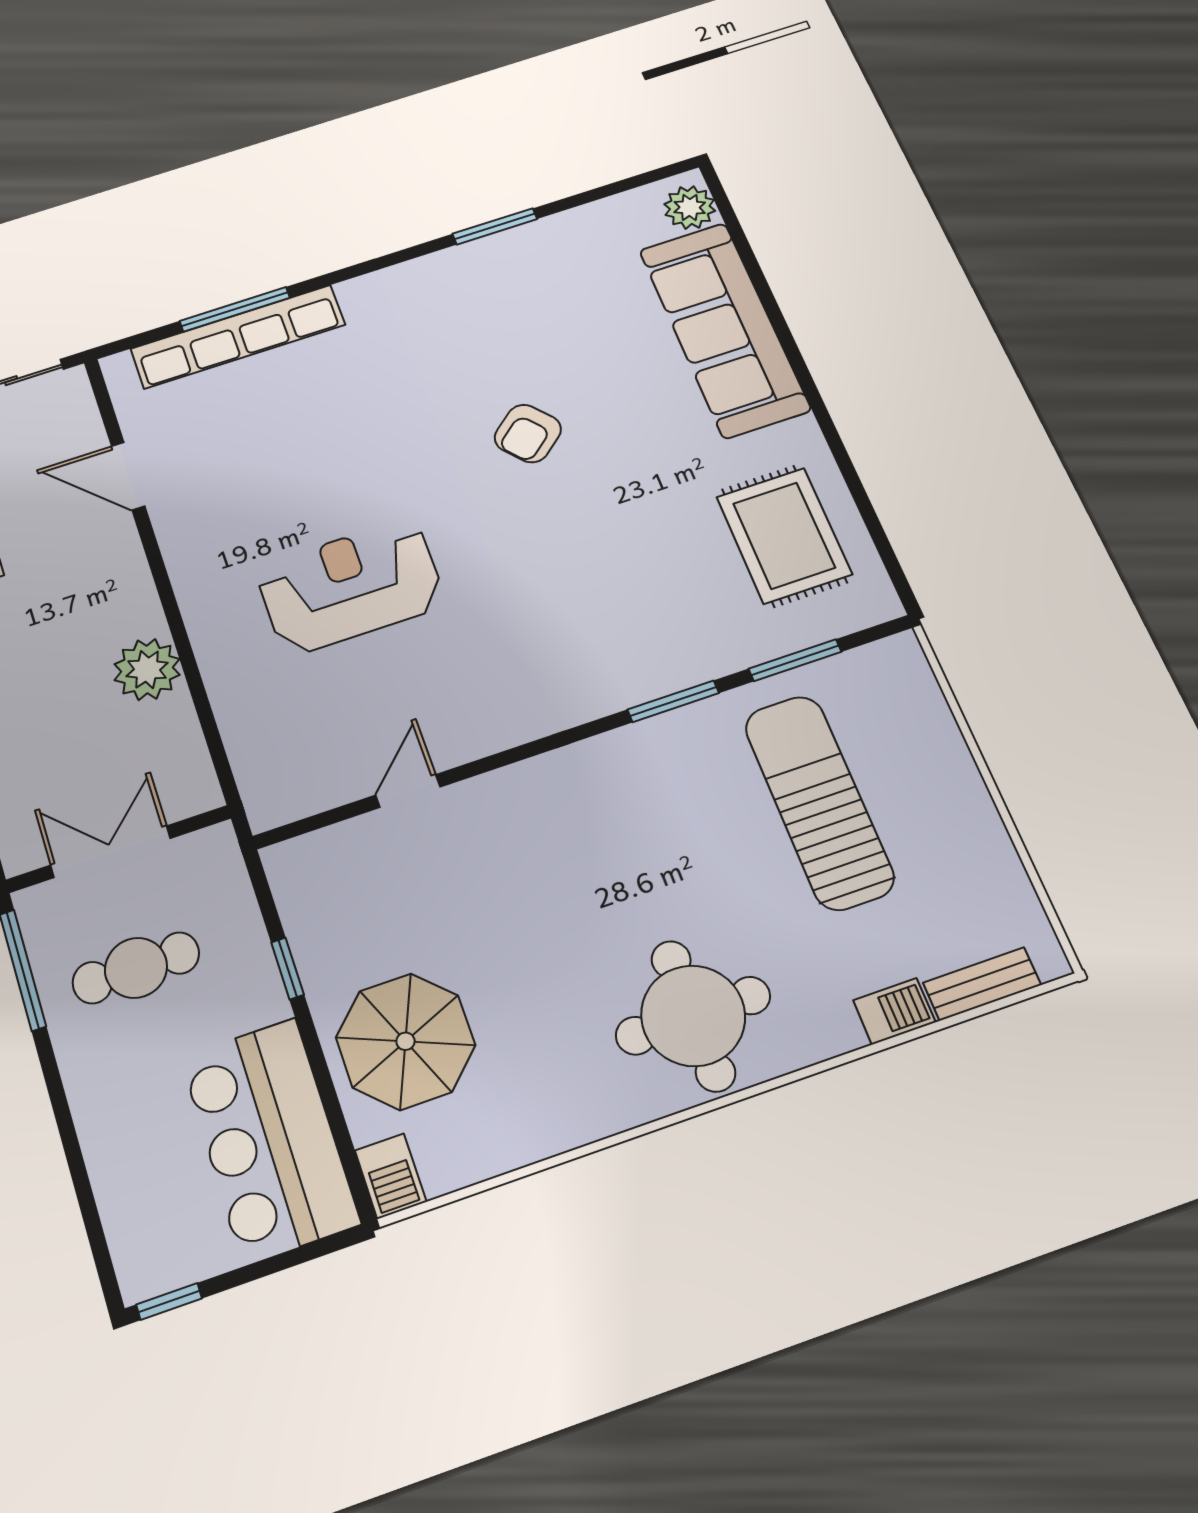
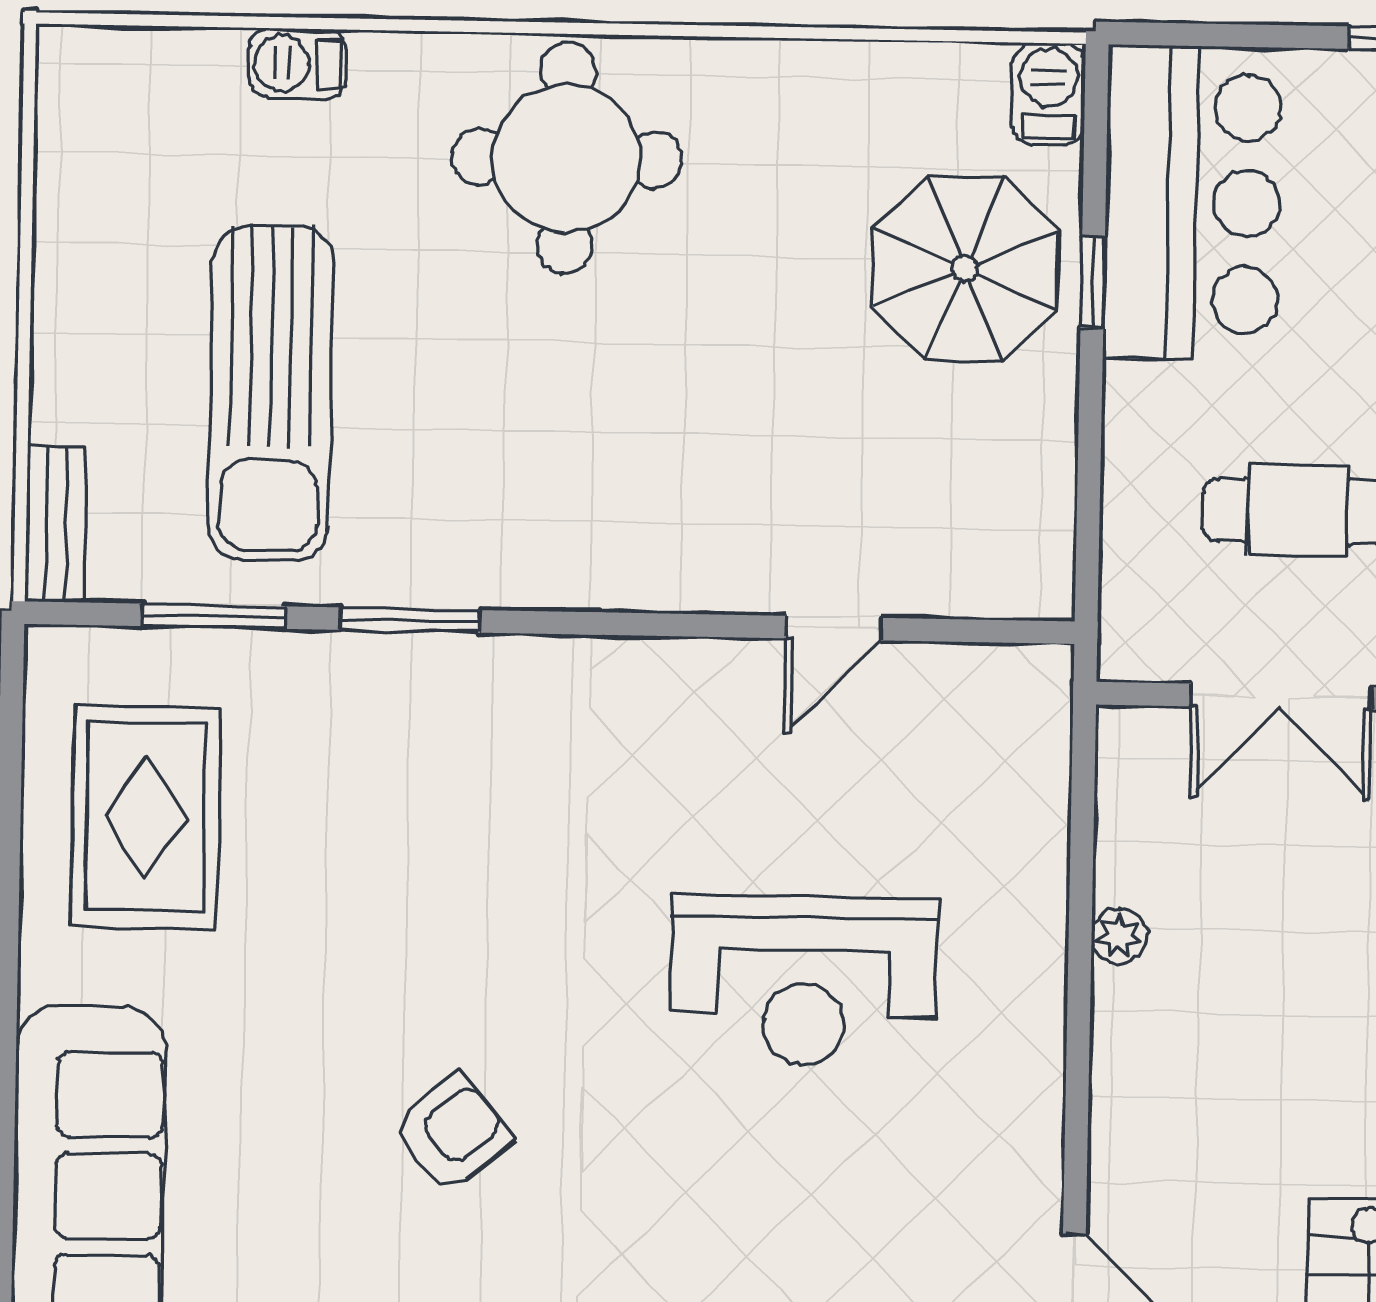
plant: (147, 670) -> (1119, 936), width x0.53, depth x0.53
window: (288, 969) -> (1093, 282), moved
bench: (982, 984) -> (56, 524), moved, turned 90

